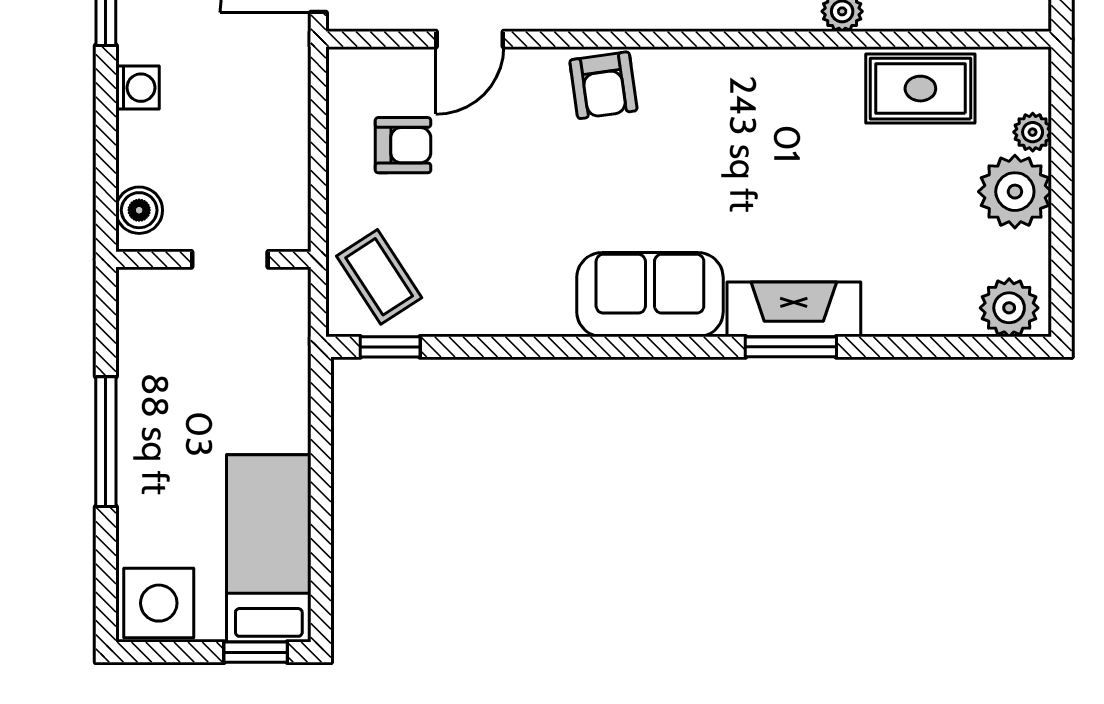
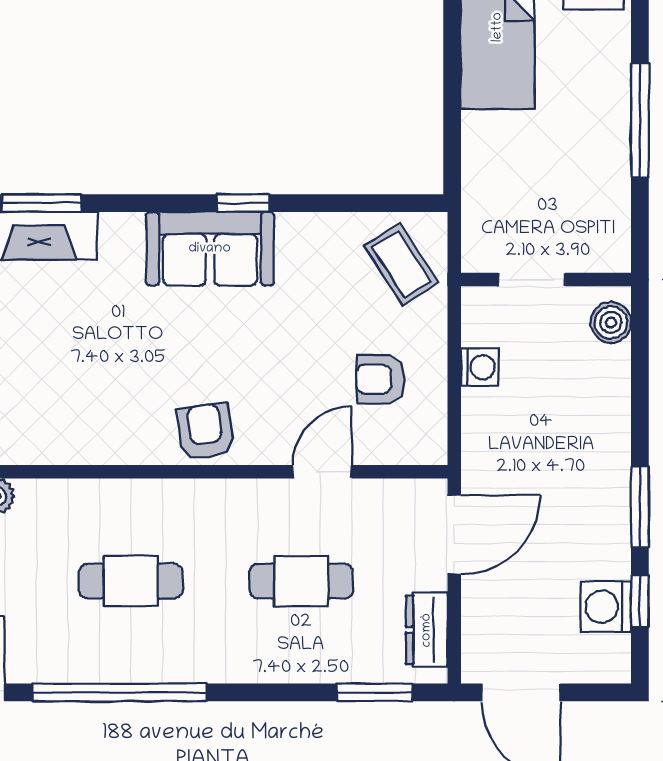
washing machine: (137, 88) -> (480, 367), moved, turned 180
sofa: (650, 295) -> (210, 249), moved
window: (390, 347) -> (243, 203), moved

